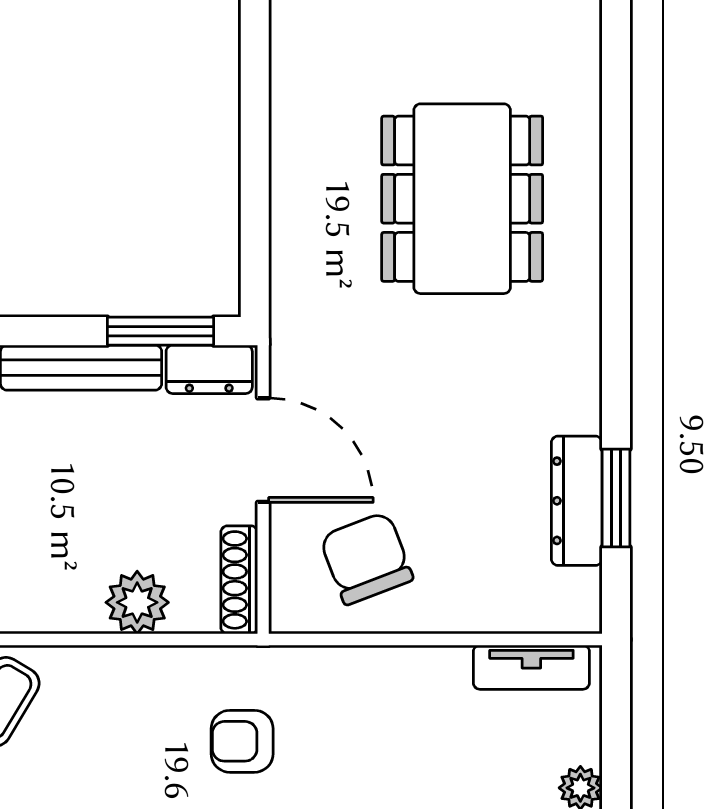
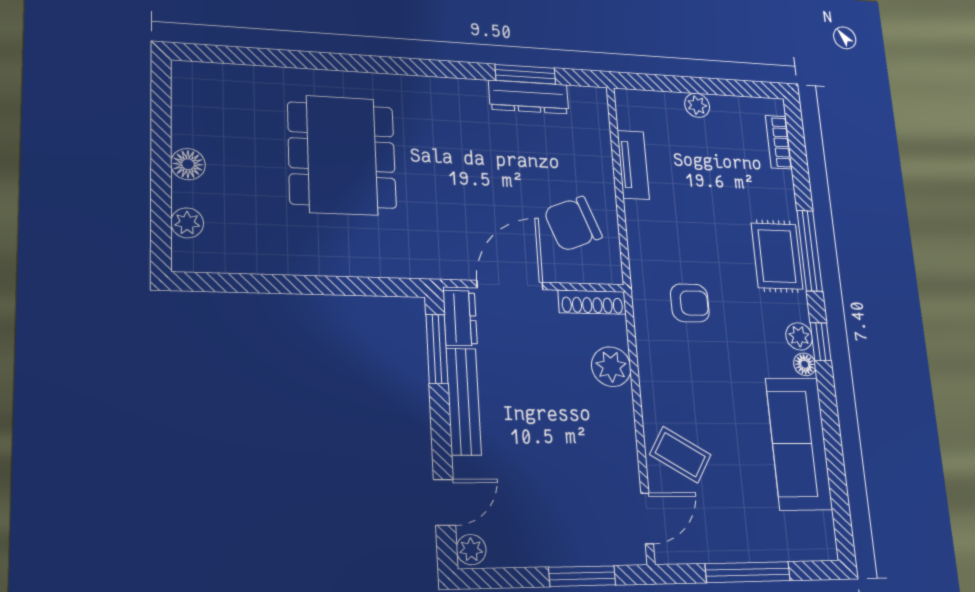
dining table: (462, 199) -> (342, 155), turned 90
tv unit: (531, 667) -> (633, 165), moved
armchair: (242, 741) -> (690, 303), turned -90

